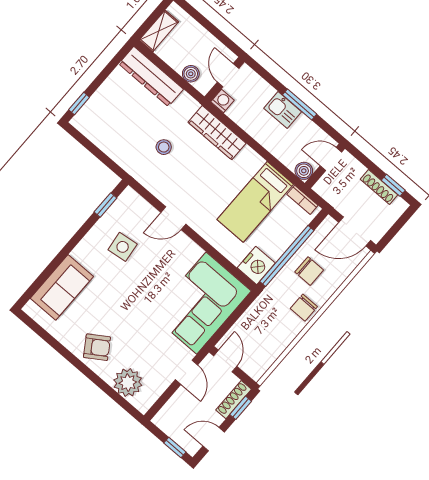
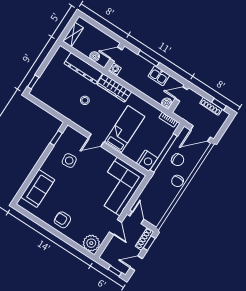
door: (228, 75) -> (116, 54), hinge flipped
dresser: (151, 77) -> (83, 68), moved
window: (300, 104) -> (148, 58), moved
kitchen sink: (283, 110) -> (159, 76), moved
bed: (255, 202) -> (124, 129), moved, turned 180
armchair: (97, 347) -> (62, 220), turned -147
plant: (128, 383) -> (91, 243), moved

